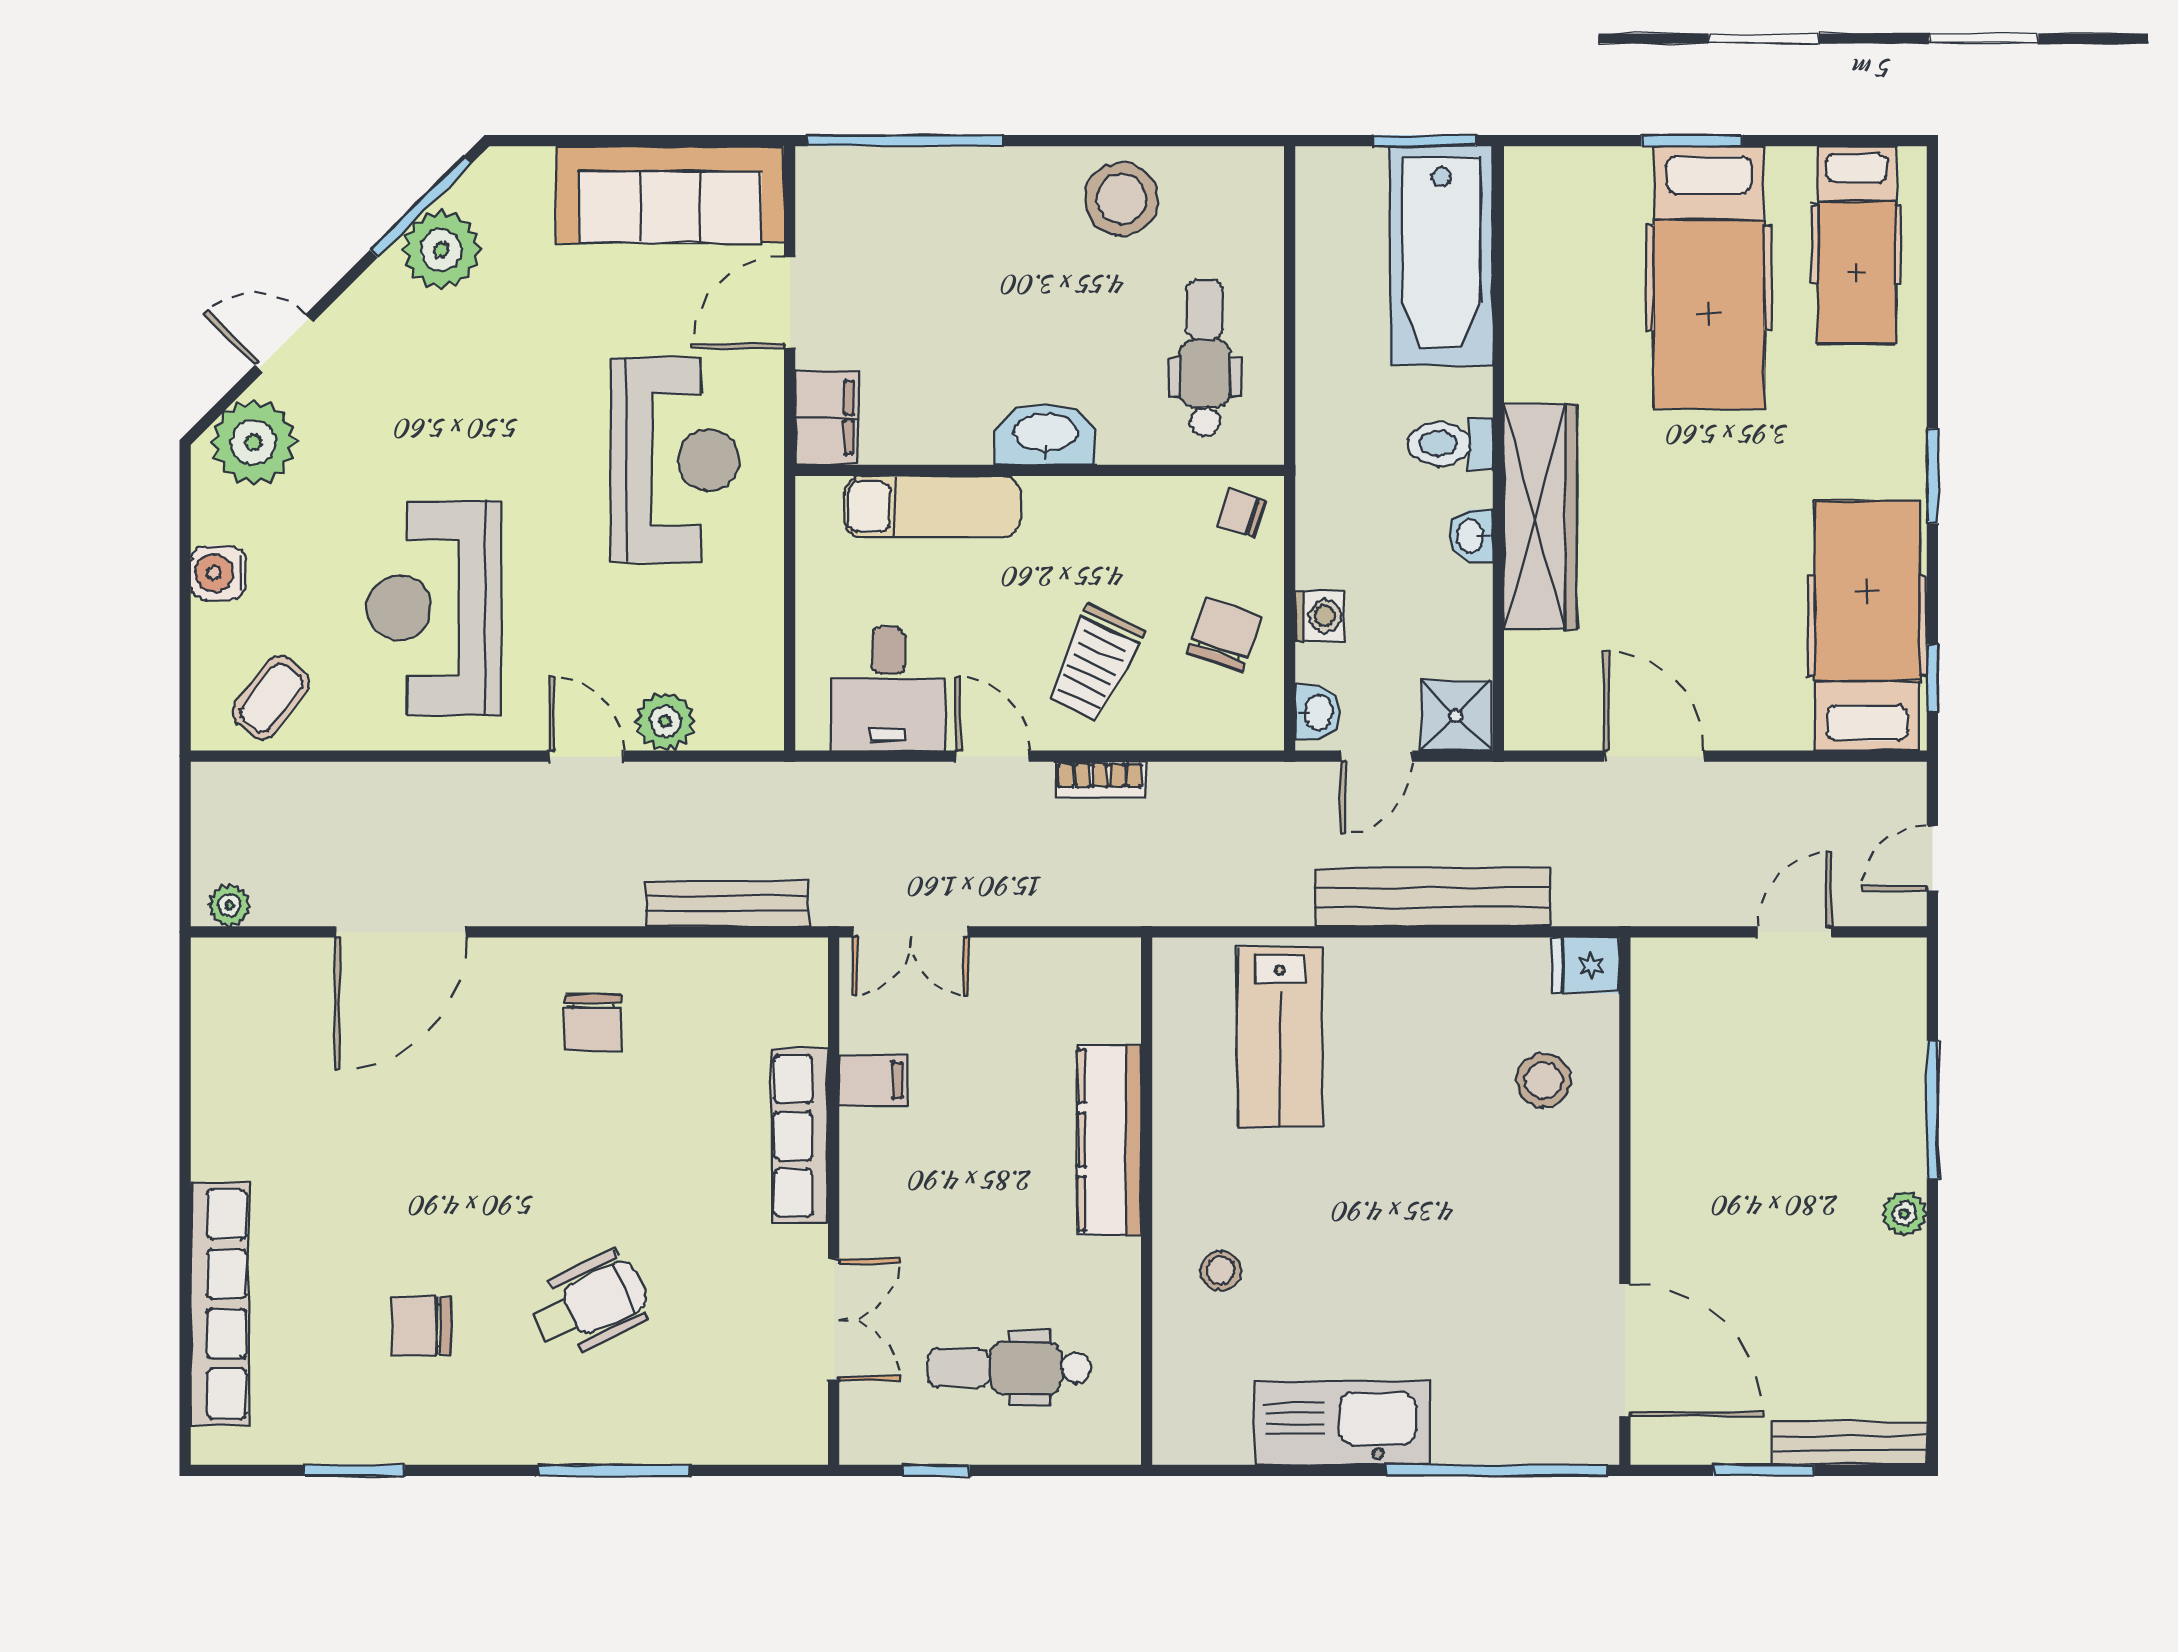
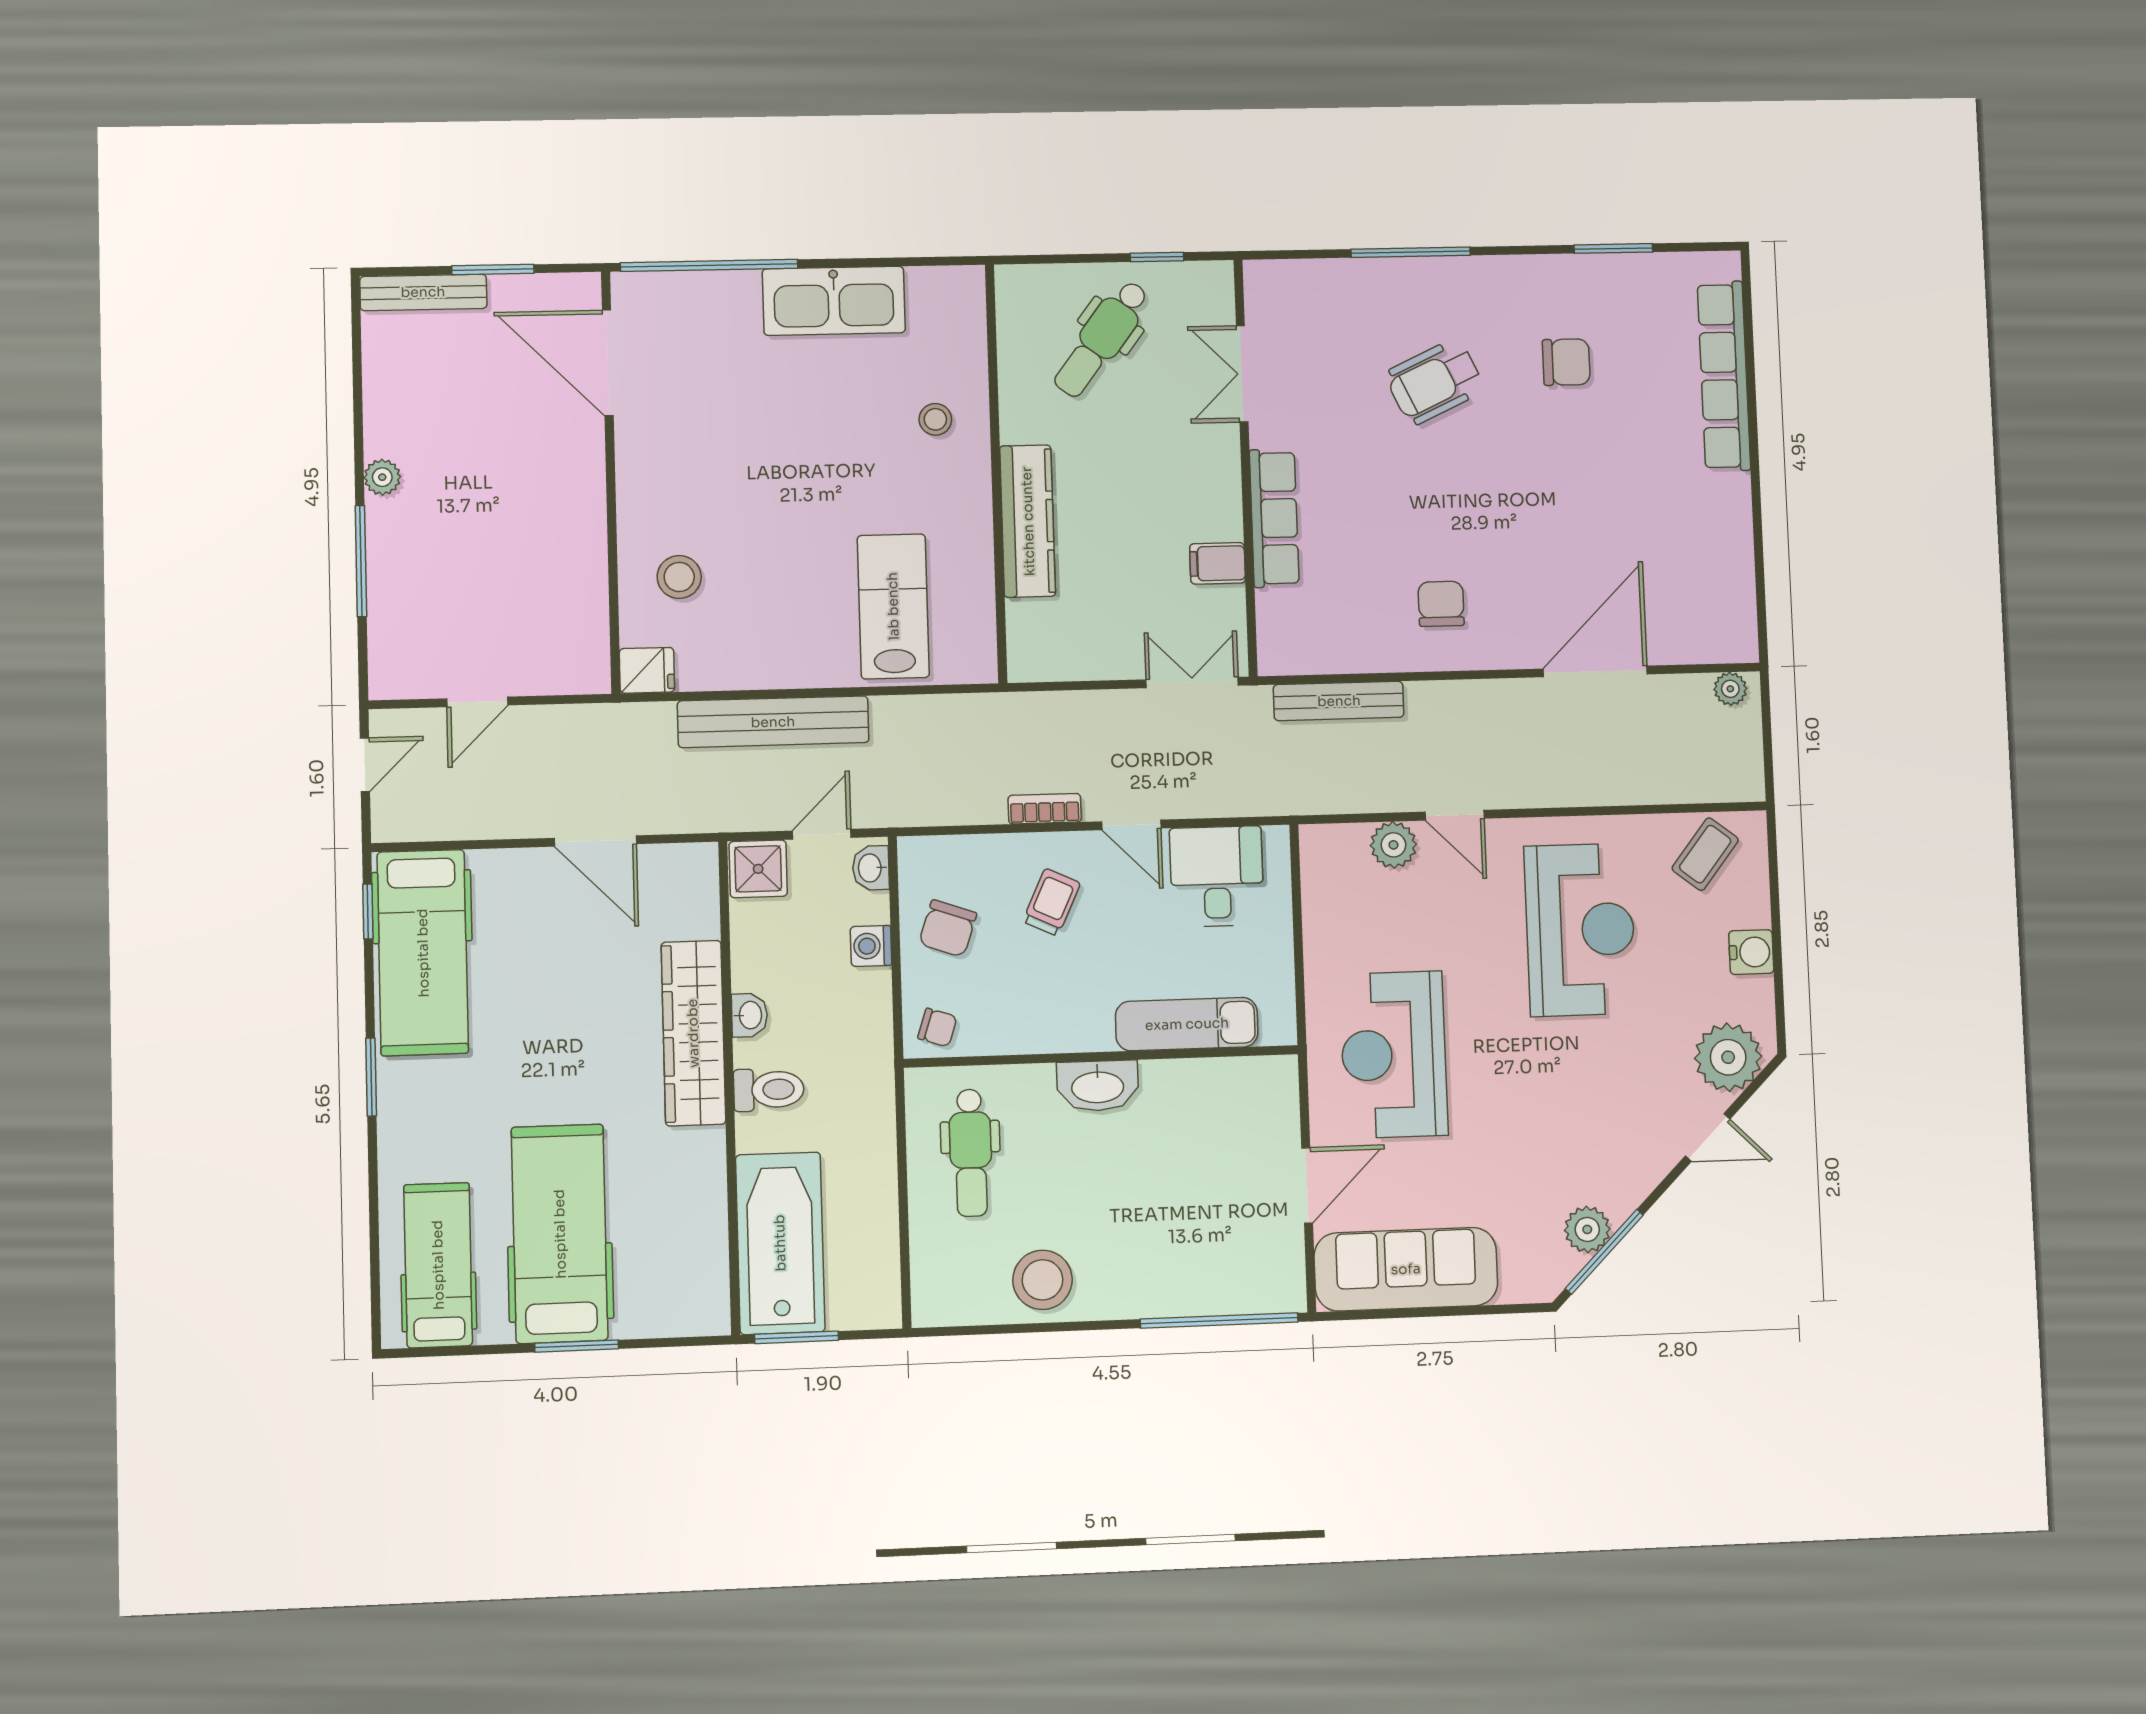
plant: (441, 250) -> (1587, 1229), width x0.73, depth x0.73
filing cabinet: (827, 417) -> (1274, 1093), removed
trolley: (1095, 663) -> (1052, 902), width x0.73, depth x0.72
dental chair: (1009, 1368) -> (1101, 339), turned 127

